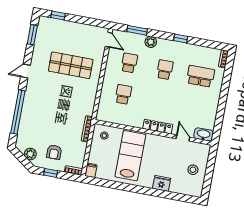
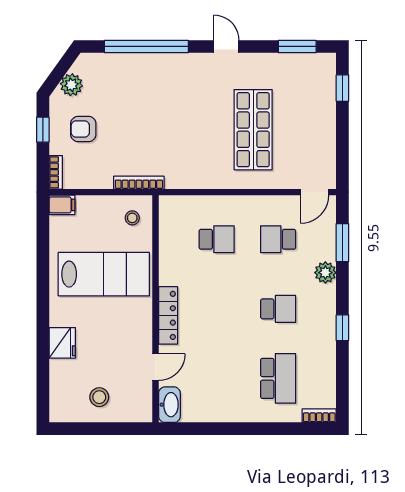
school desk: (129, 63) -> (278, 239), turned 180

